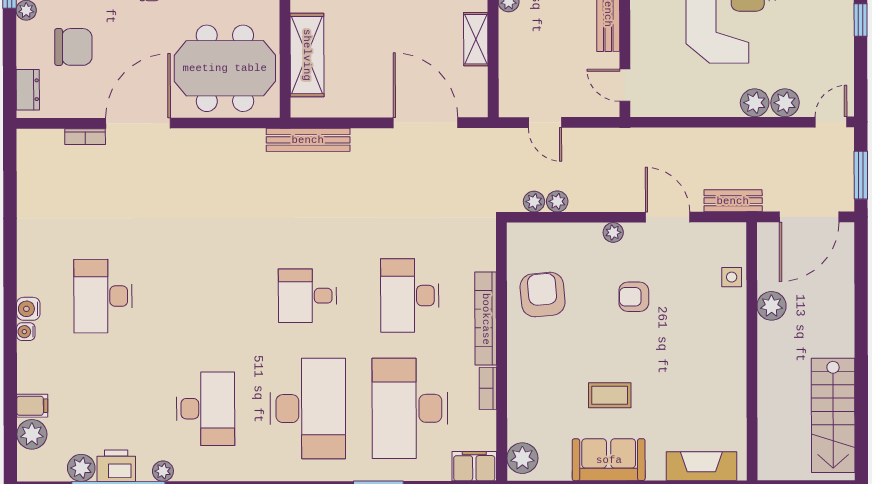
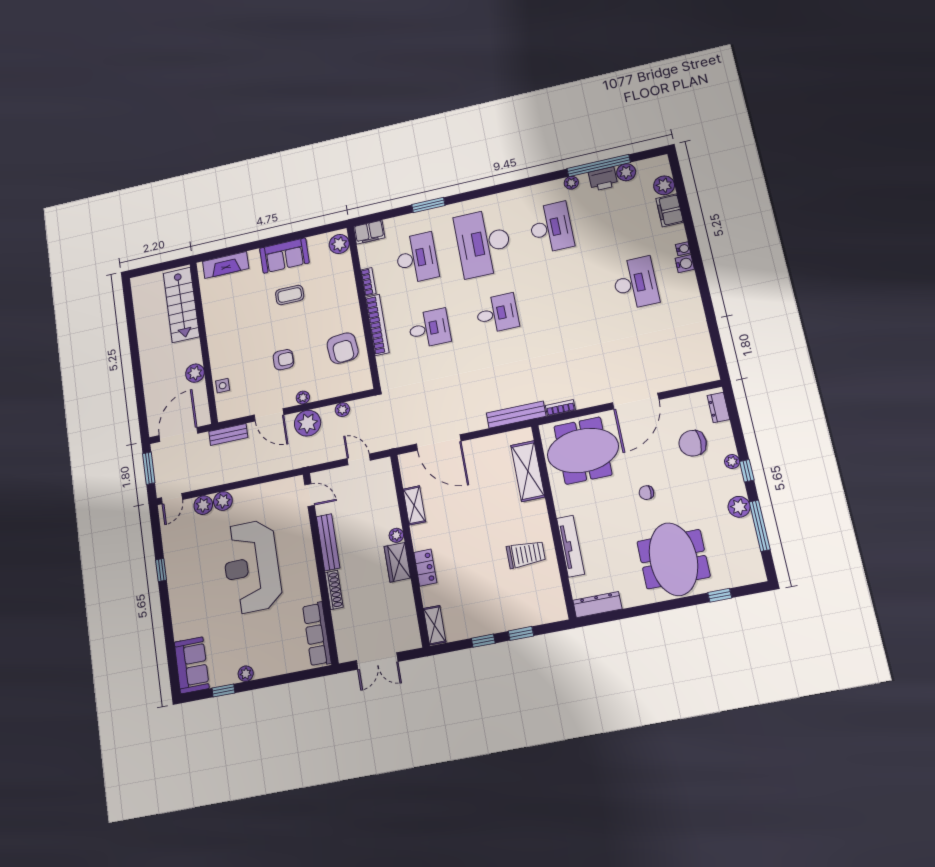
bookcase: (85, 137) -> (560, 408), moved
plant: (534, 202) -> (308, 423), moved, width x1.88, depth x1.88
desk: (410, 296) -> (429, 328), width x0.73
filing cabinet: (32, 406) -> (670, 210), width x2.00
desk: (410, 408) -> (417, 258), width x0.73, depth x0.77
desk: (205, 409) -> (551, 228), turned 180
stairs: (833, 415) -> (181, 305), moved, turned 180

